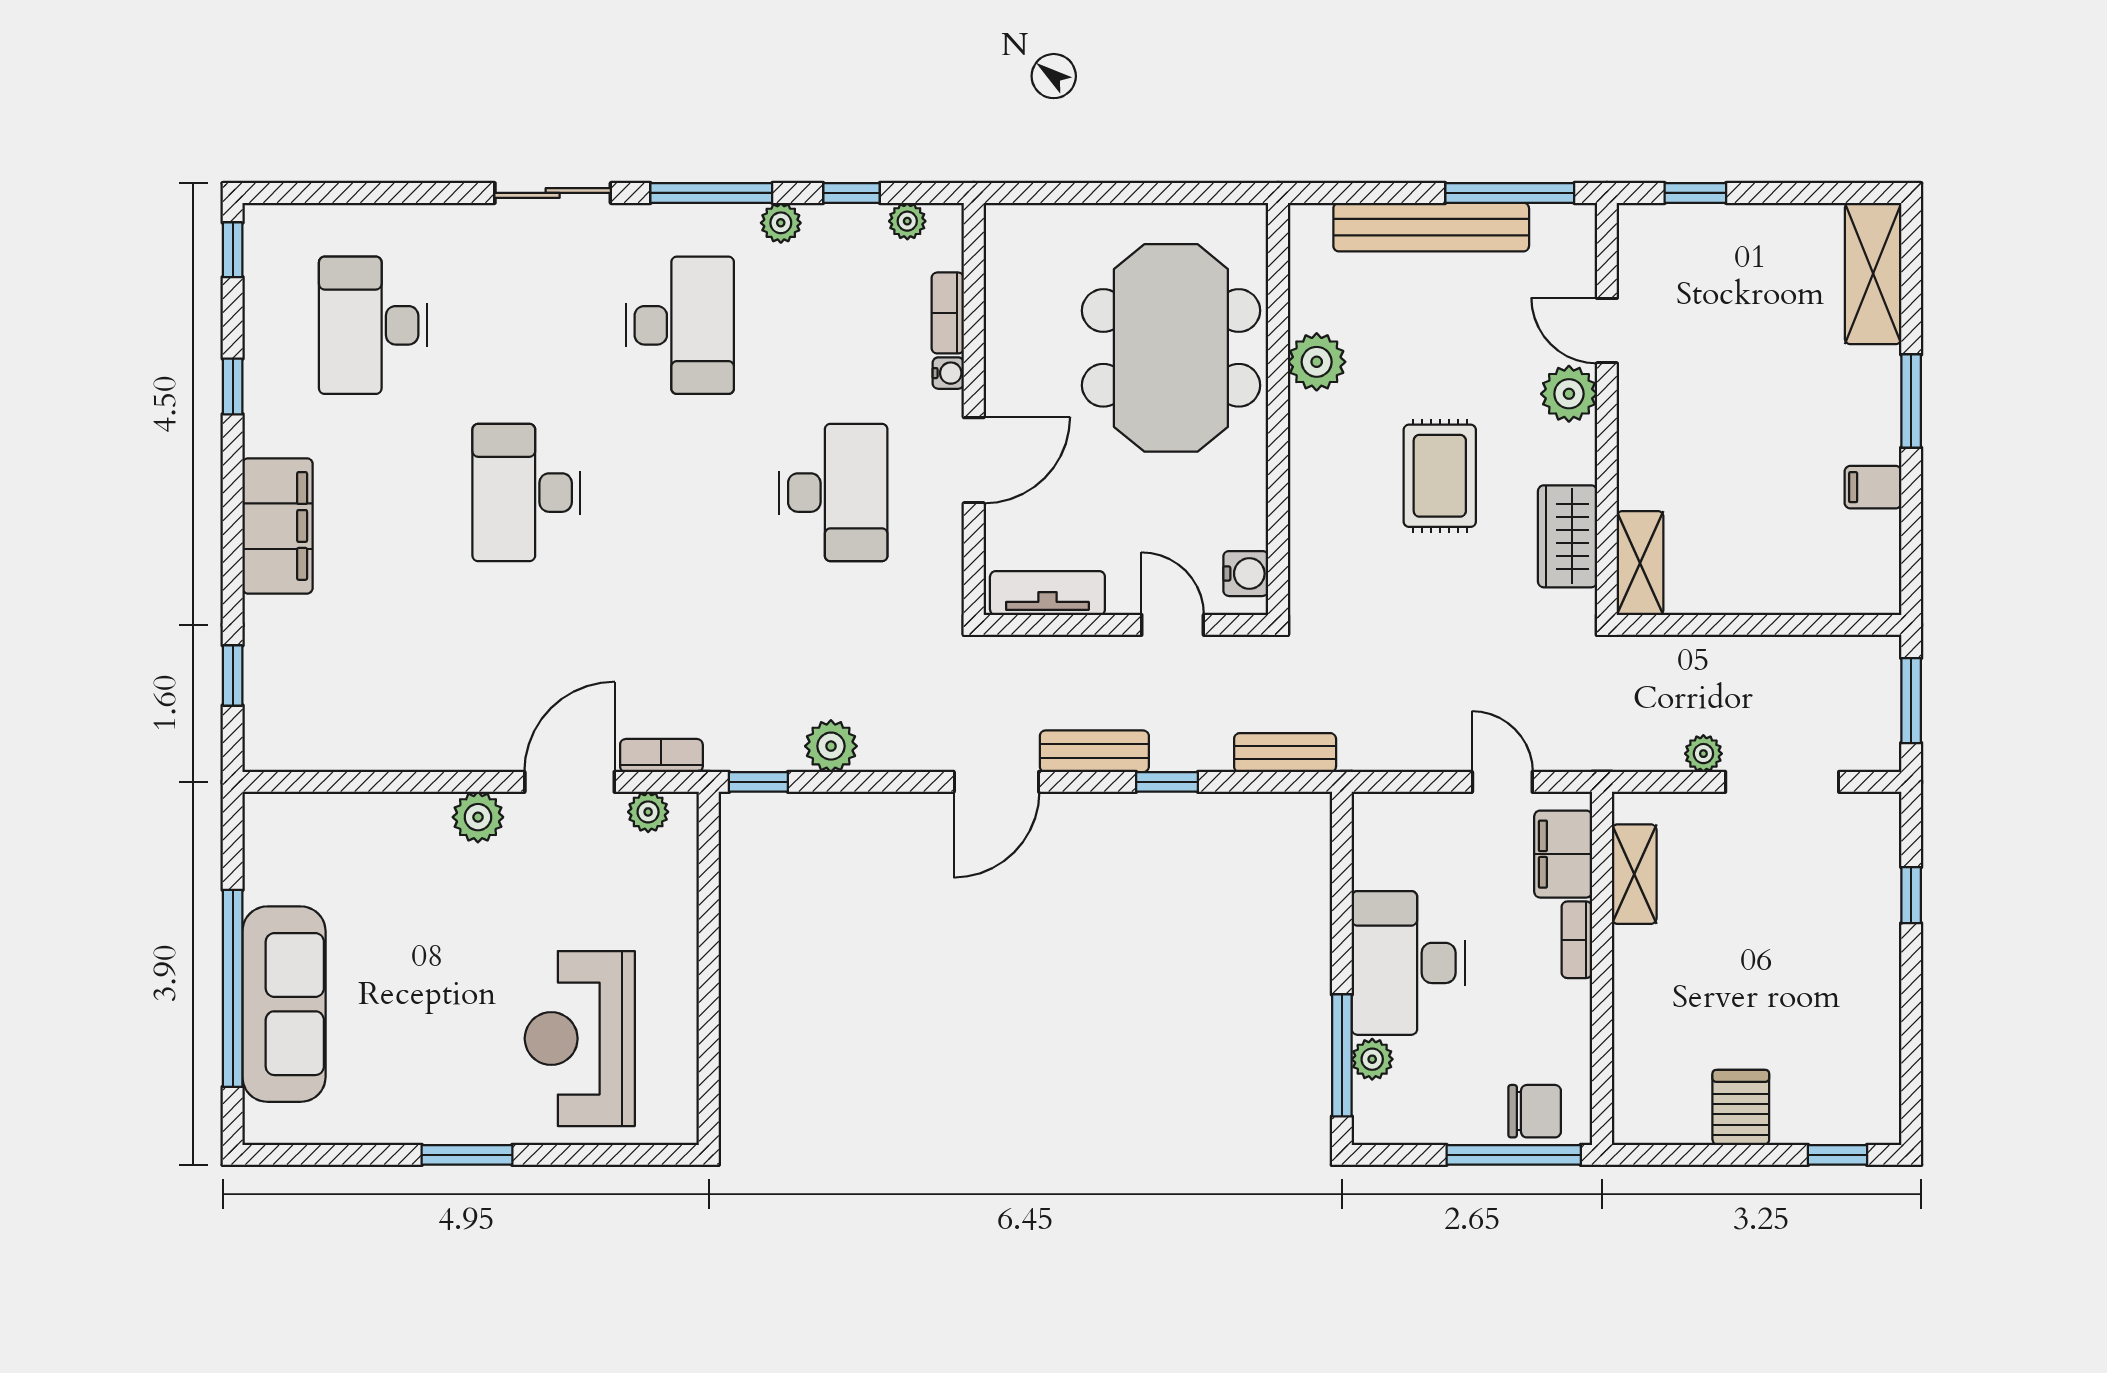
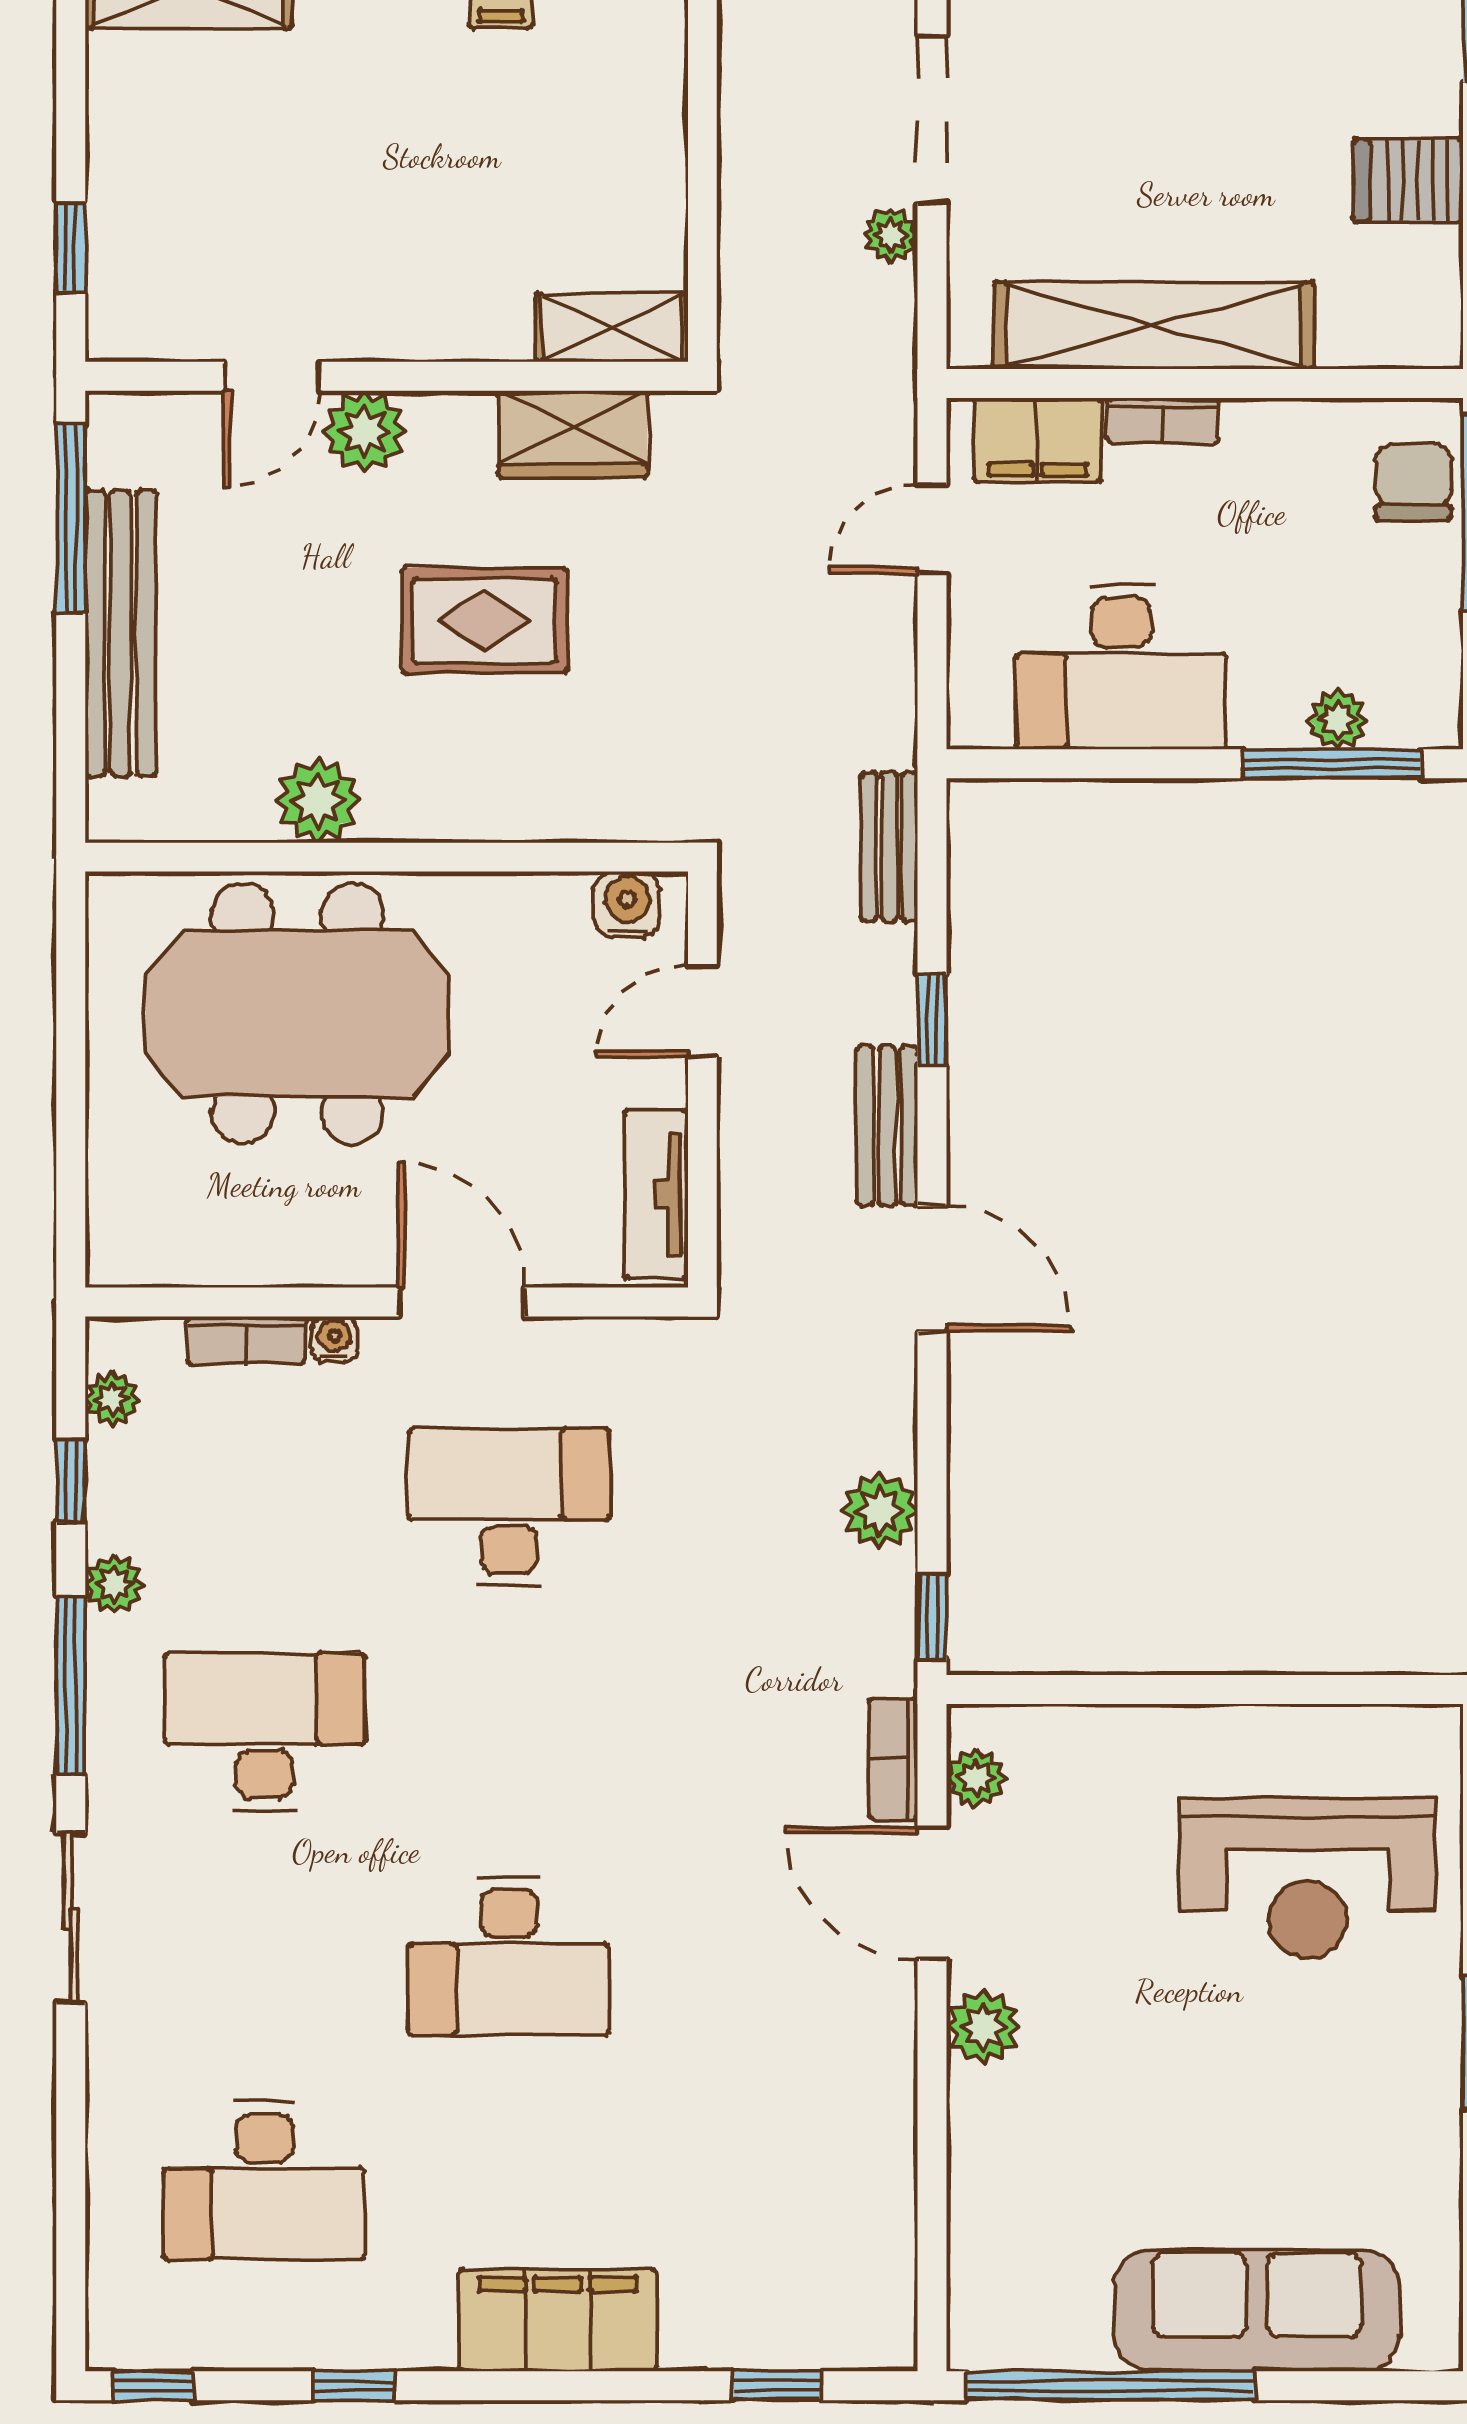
shelving: (1634, 874) -> (1154, 325), width x2.20, depth x1.33
desk: (1408, 963) -> (1121, 667), moved
window: (233, 988) -> (1110, 2386), moved

